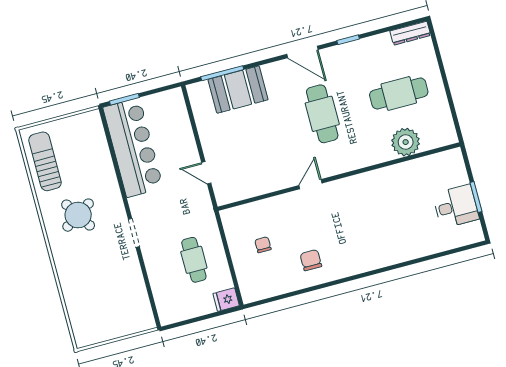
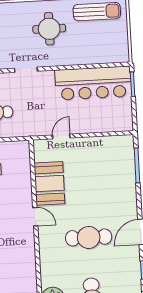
booth: (238, 90) -> (49, 183), moved
round table: (78, 215) -> (49, 29), turned 33

